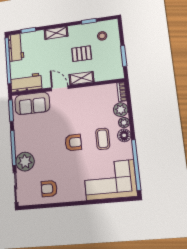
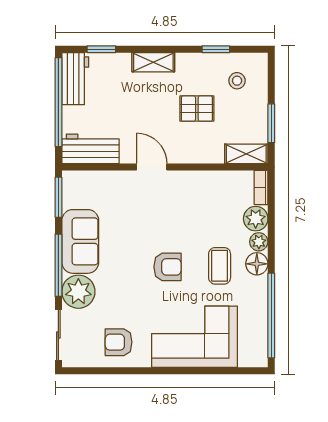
shelving: (81, 78) -> (246, 154), moved
sofa: (32, 103) -> (80, 241), moved, turned -90
corner sofa: (110, 180) -> (195, 337), moved

